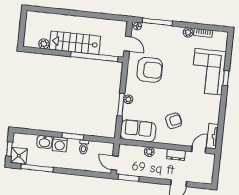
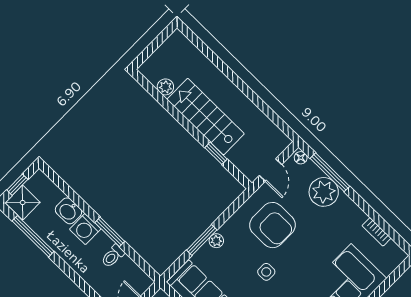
plant: (188, 32) -> (324, 192), moved, width x1.87, depth x1.87
window: (94, 57) -> (216, 153), width x0.32
side table: (165, 95) -> (266, 272), added

